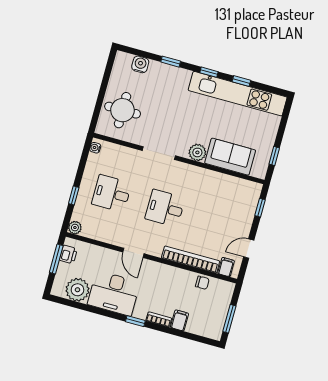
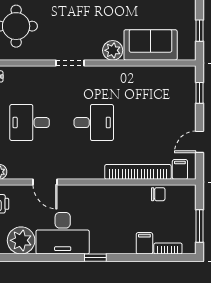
doorway: (159, 153) -> (70, 63), width x0.73
desk: (165, 208) -> (94, 123), turned 180
door: (133, 253) -> (45, 182), moved
bookcase: (159, 319) -> (168, 248), moved

